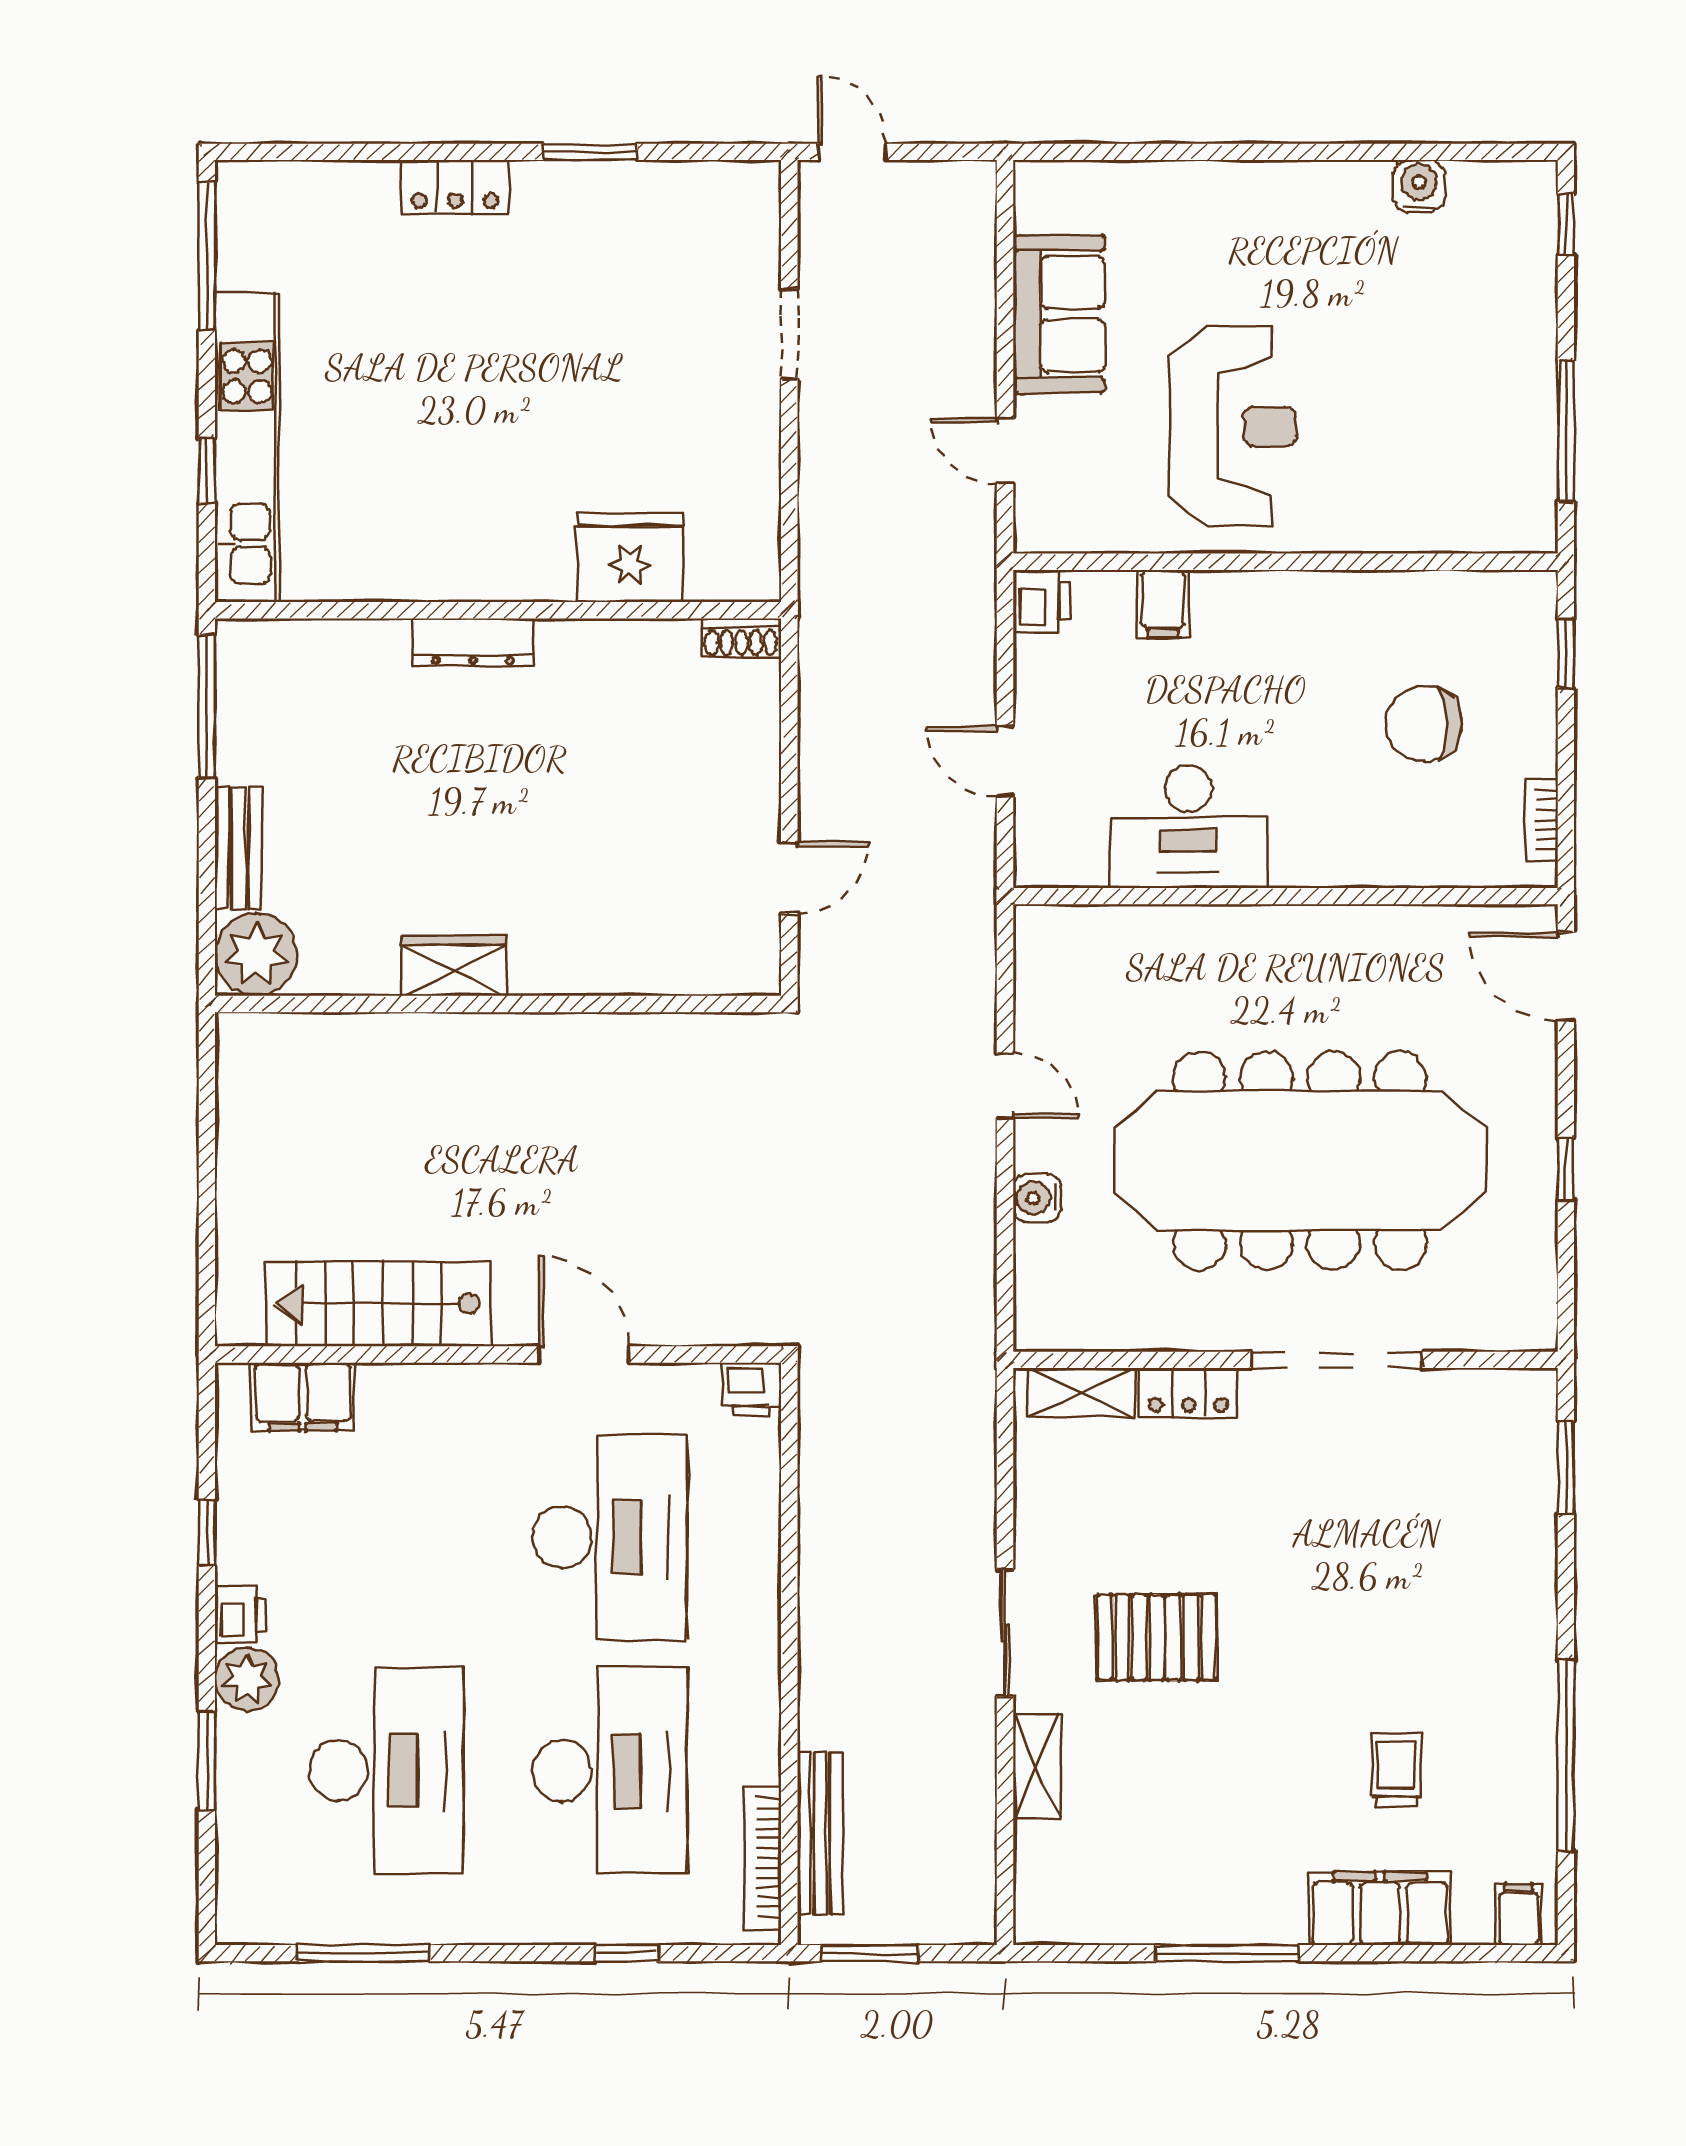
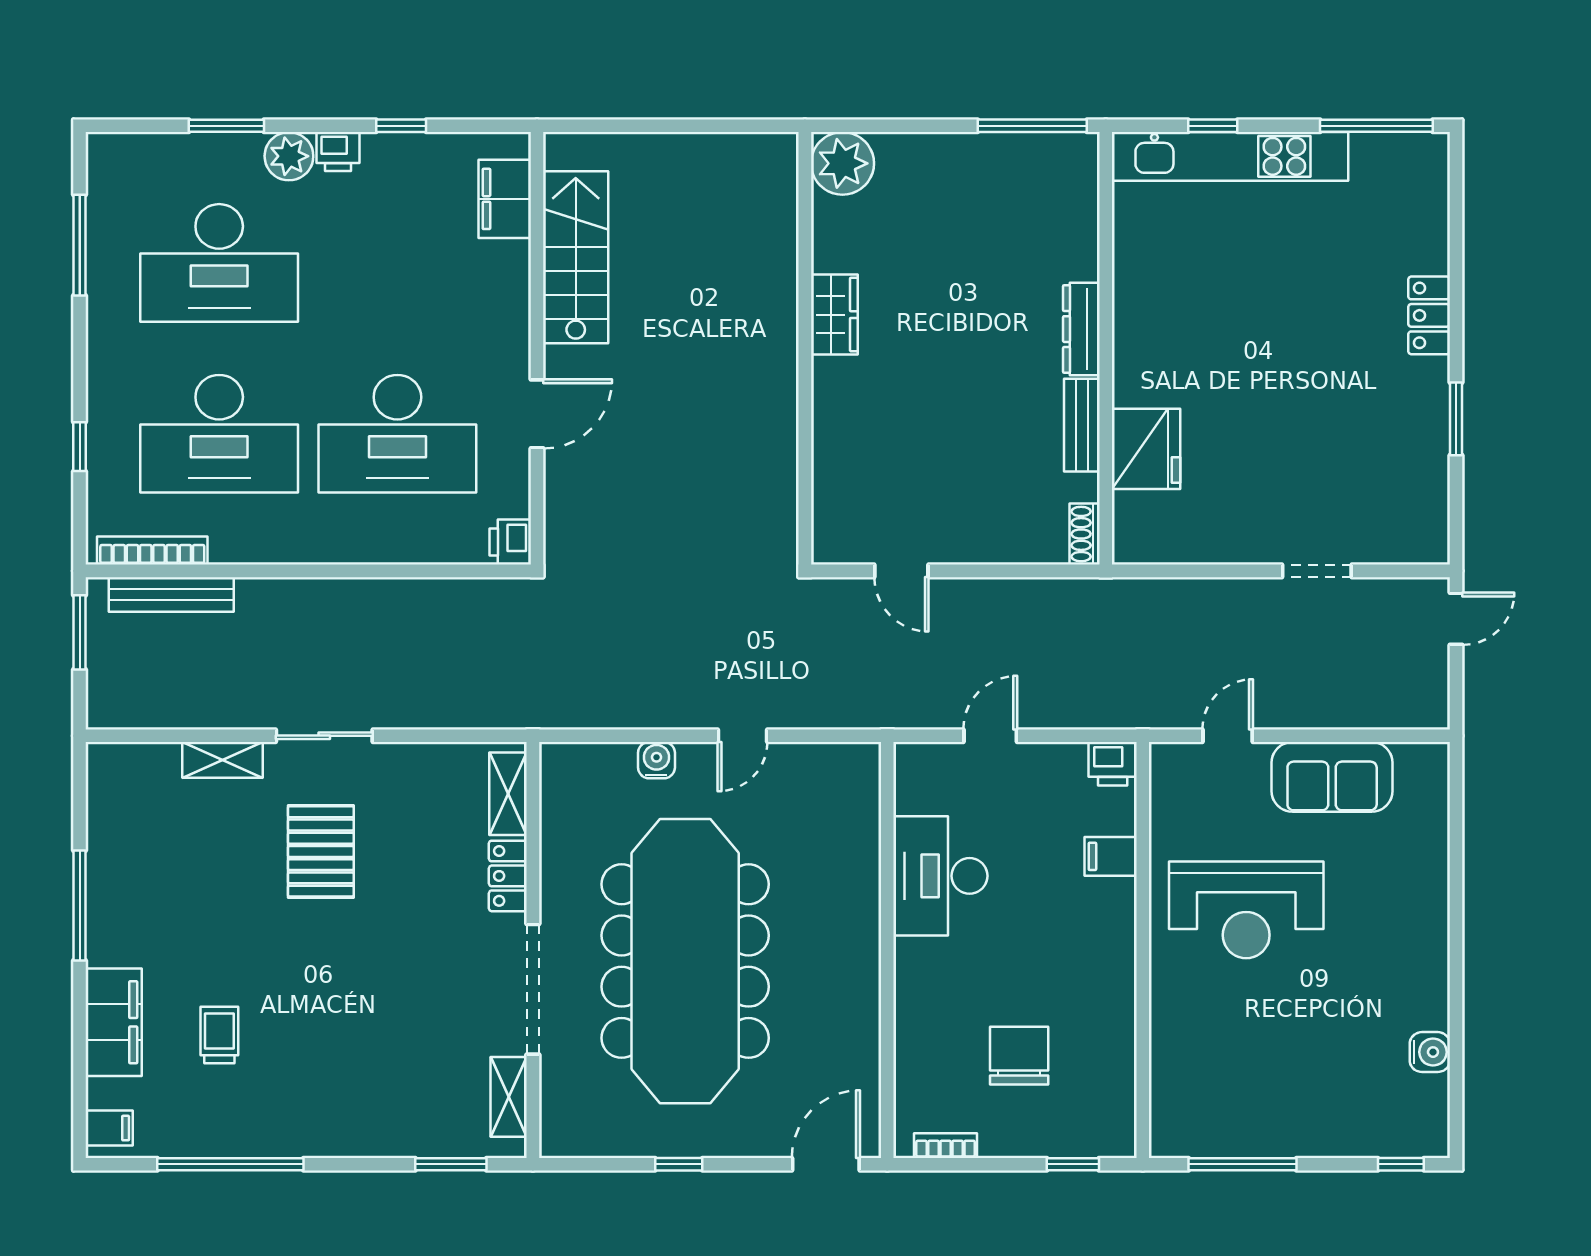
bench: (238, 849) -> (1082, 425), moved, turned 90
shelving: (1478, 1392) -> (509, 1097), added
trolley: (1397, 1770) -> (219, 1035), turned -90

